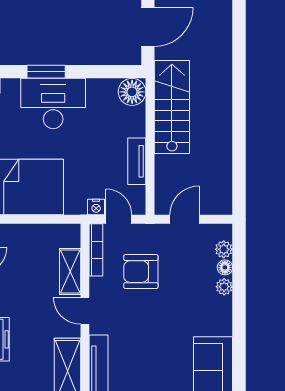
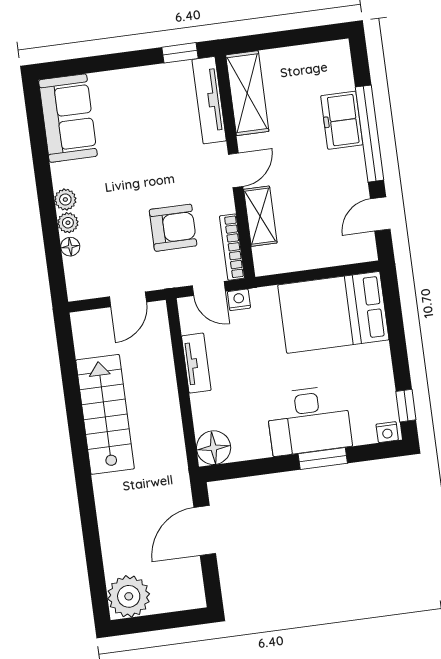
stairs: (172, 107) -> (105, 414), moved, turned 180
plant: (224, 249) -> (65, 200), moved
door: (85, 311) -> (236, 170), hinge flipped

